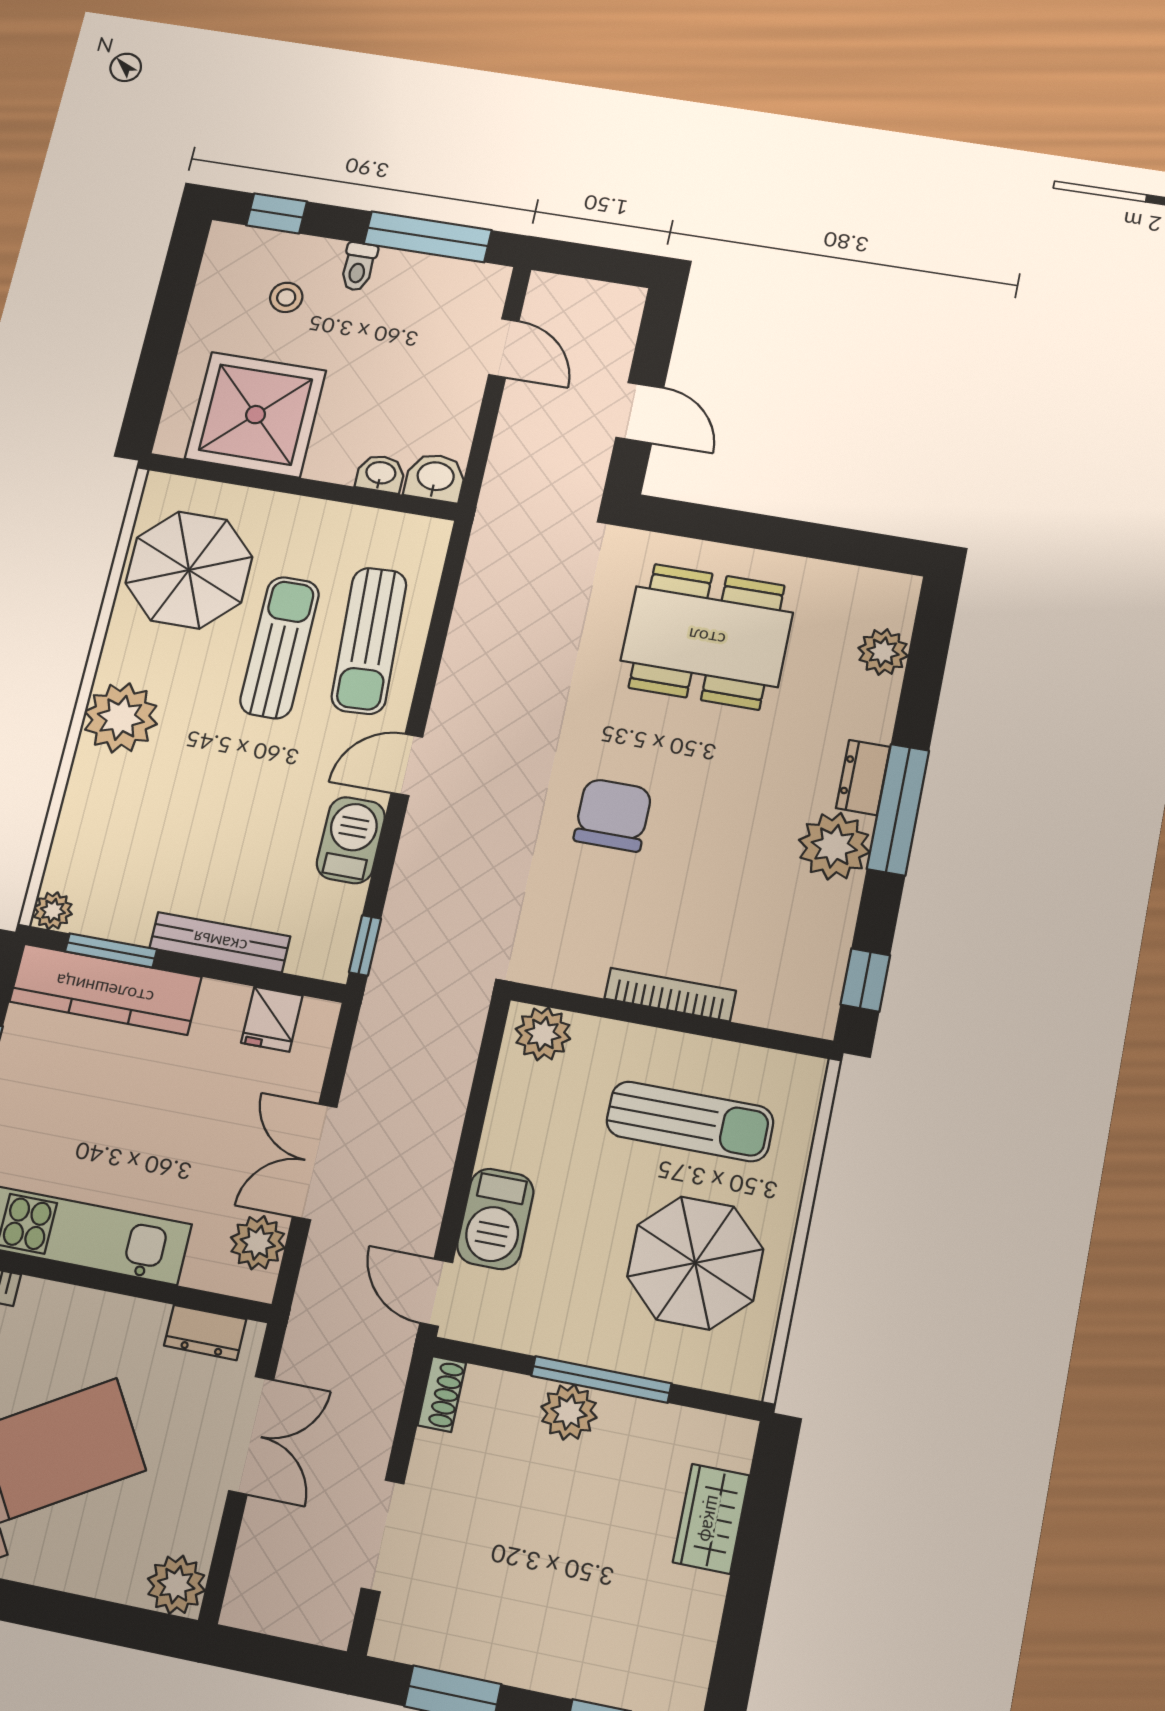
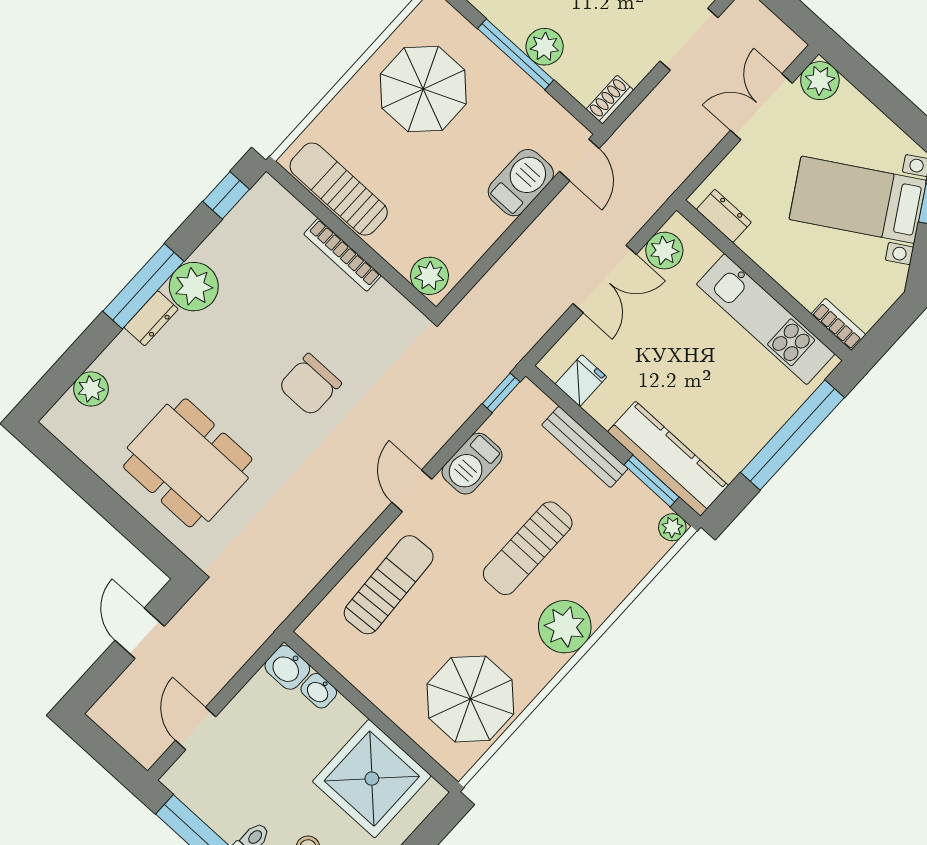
sun lounger: (280, 648) -> (528, 548), moved
door: (407, 765) -> (412, 491), swing flipped
sun lounger: (690, 1121) -> (339, 189), moved
double door: (251, 1435) -> (761, 107), moved

